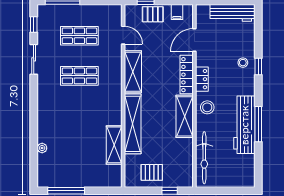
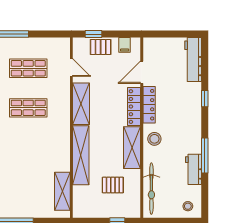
workbench: (232, 13) -> (193, 59), moved, turned 90
stool: (243, 63) -> (188, 206), moved
locker: (202, 79) -> (149, 105), width x1.53
workbench: (244, 125) -> (194, 169), width x0.53, depth x0.76
shelving: (114, 145) -> (62, 191), moved
pallet: (152, 172) -> (113, 185), moved

